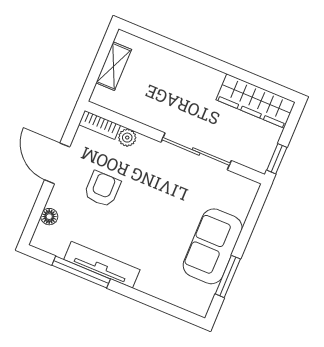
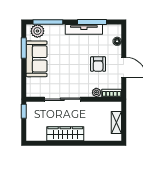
wardrobe: (256, 101) -> (65, 134), moved
plant: (189, 297) -> (37, 31), added
window: (163, 306) -> (48, 22), added

